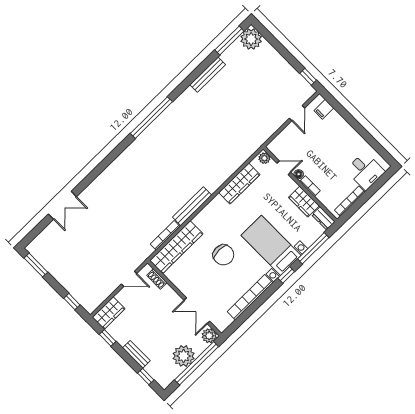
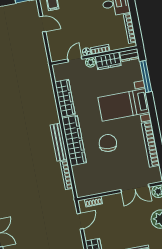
plant: (264, 158) -> (91, 62), moved
wardrobe: (176, 247) -> (74, 140), moved
chair: (223, 255) -> (108, 143), turned -83
window: (286, 275) -> (152, 108), removed

